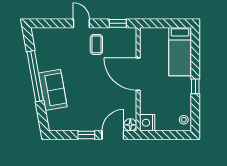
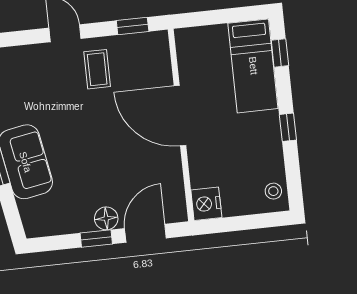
window: (195, 46) -> (280, 53), added
floor lamp: (130, 125) -> (106, 218), moved

